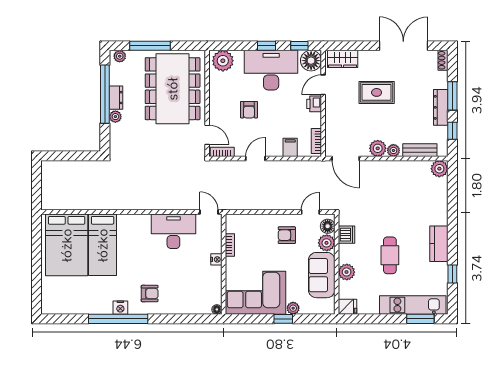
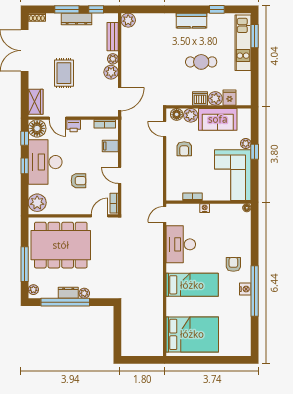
dishwasher: (346, 235) -> (200, 98), moved
bed: (103, 245) -> (192, 285), moved
fridge: (347, 307) -> (230, 98), moved

